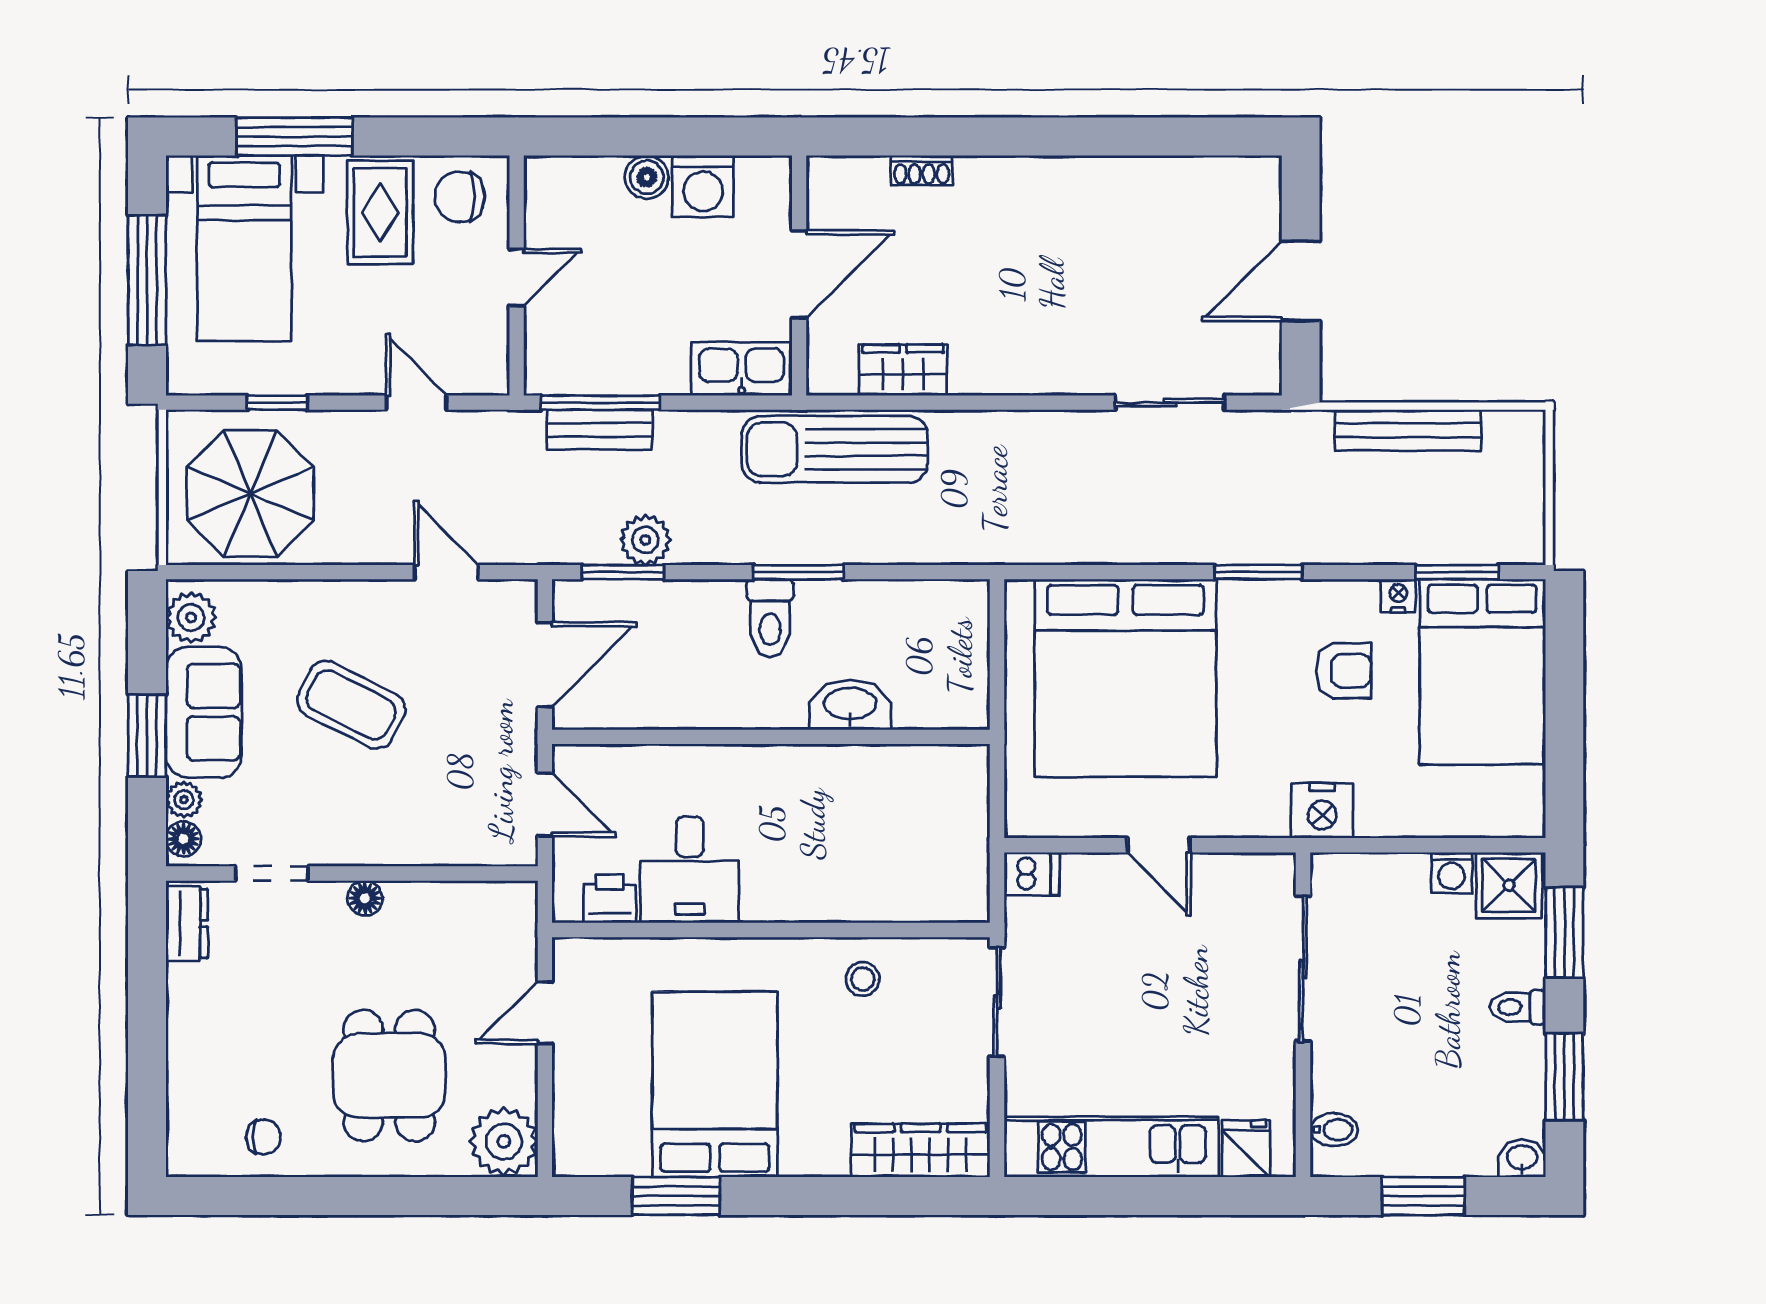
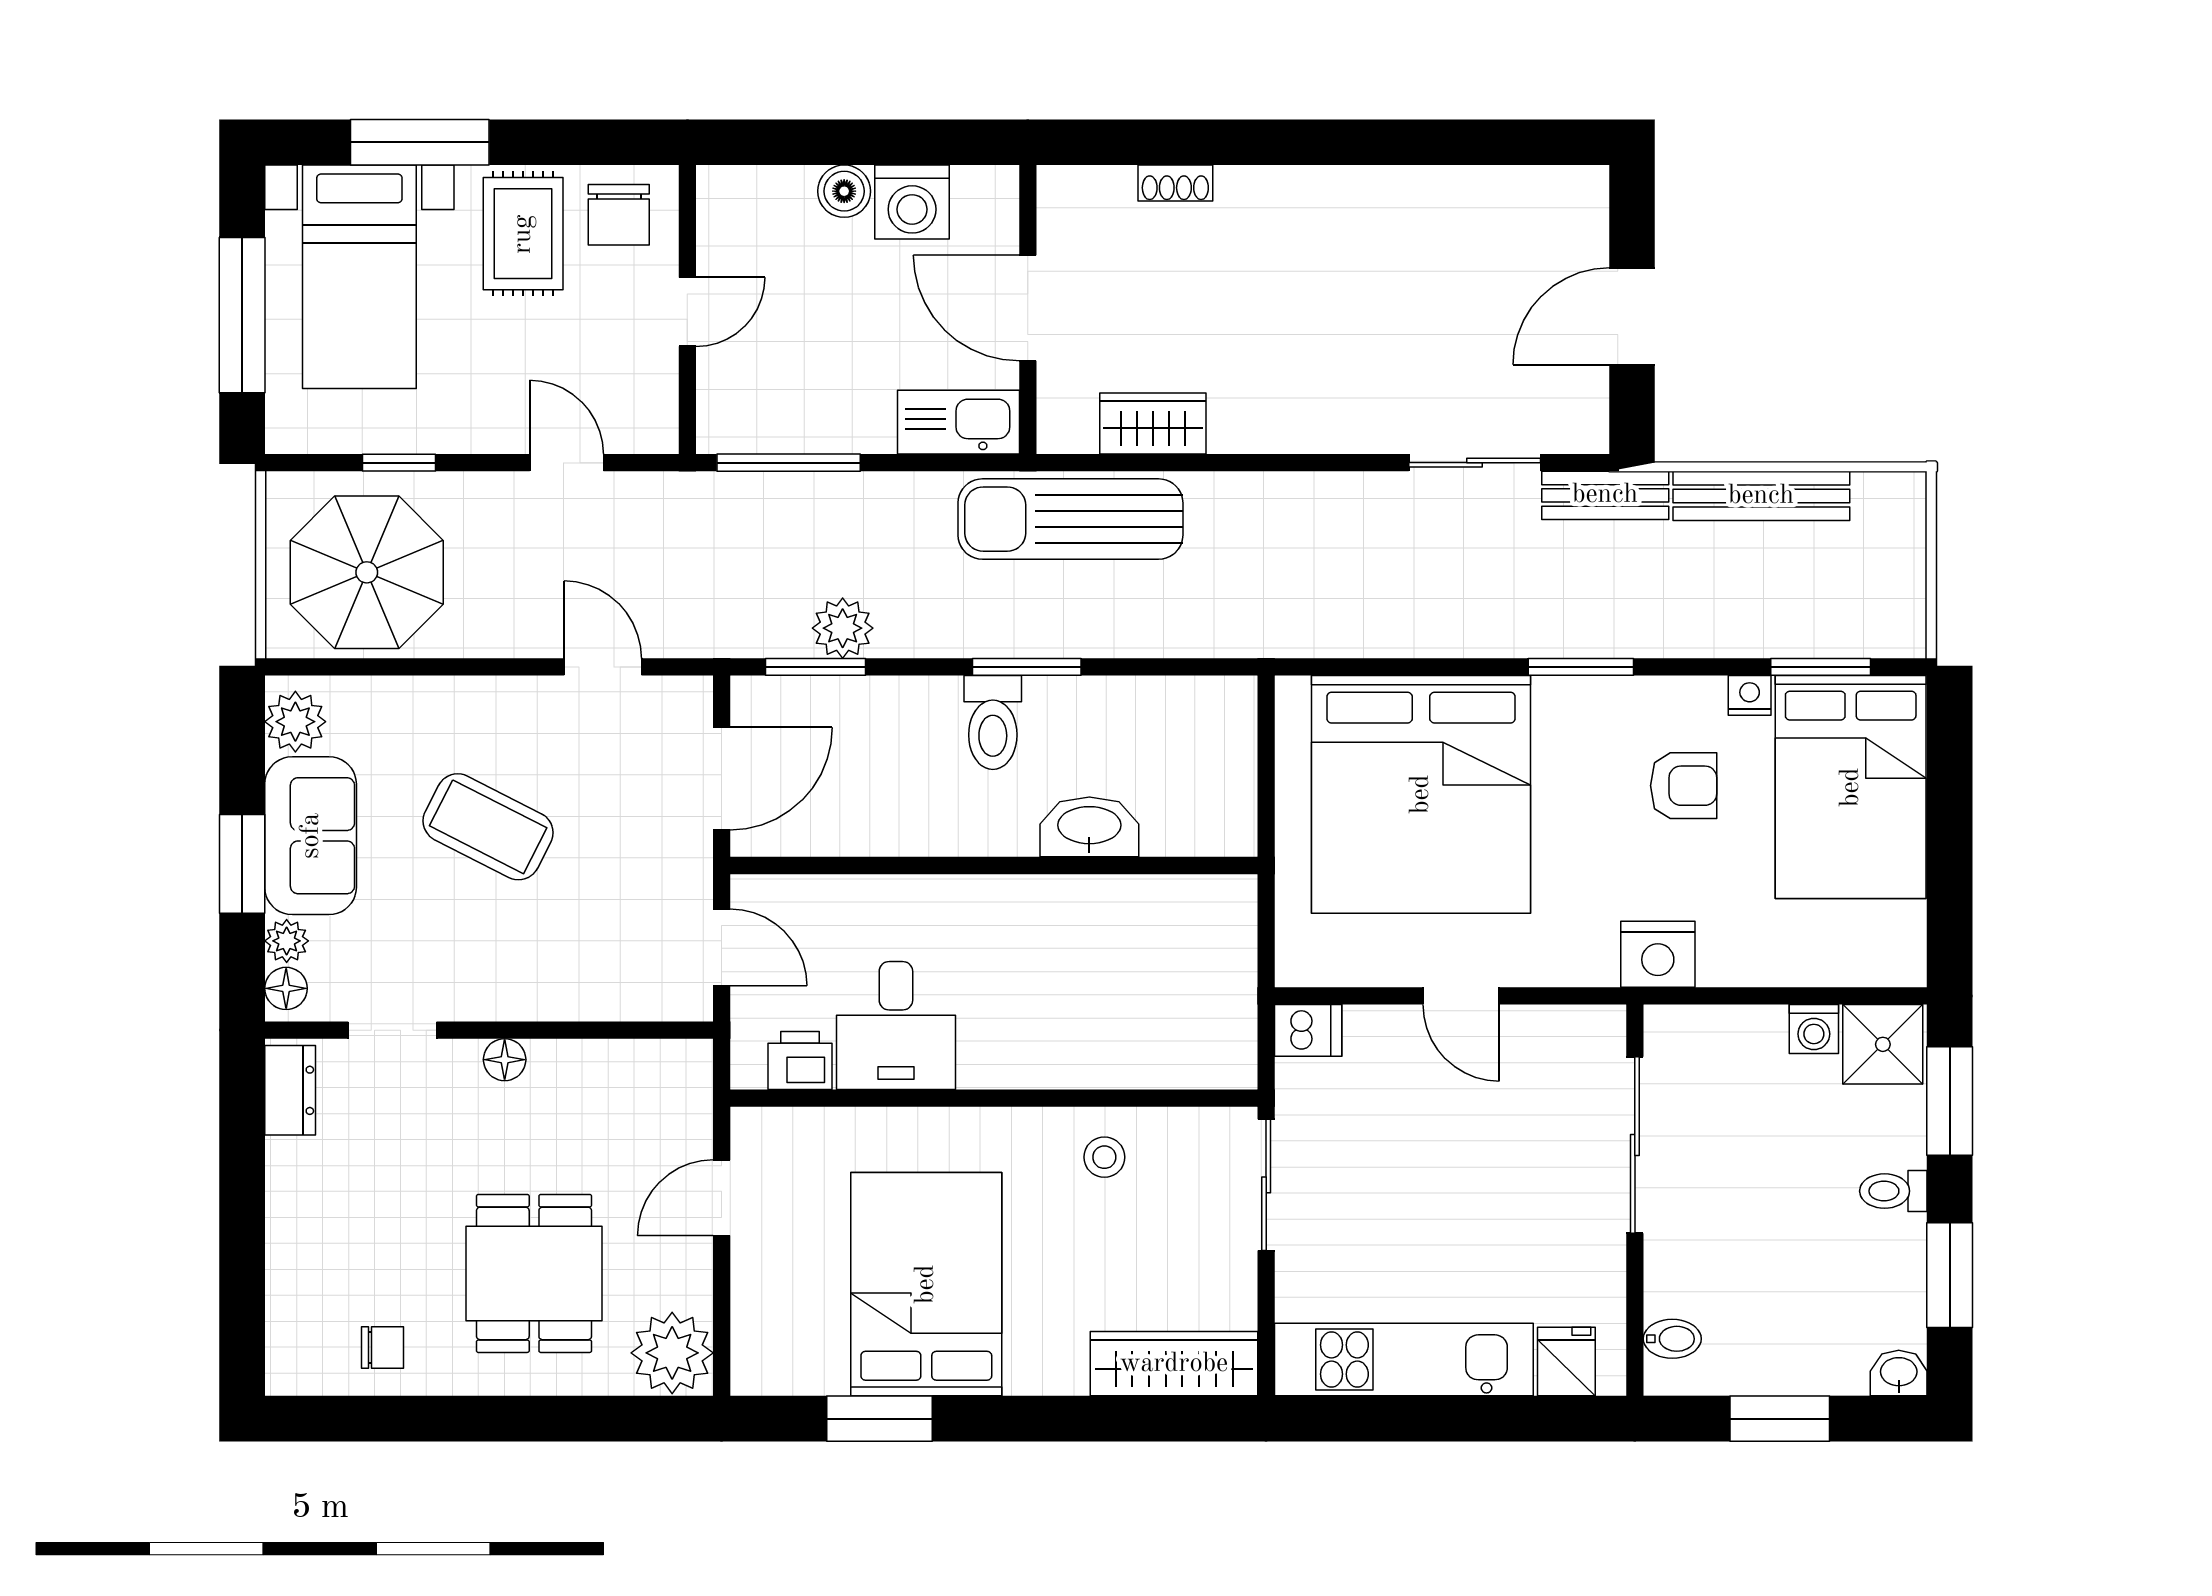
chair: (460, 197) -> (619, 215), turned -90
door: (799, 274) -> (1028, 308), swing flipped
bench: (600, 430) -> (1605, 495), moved

